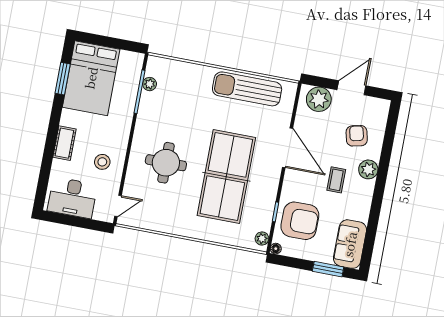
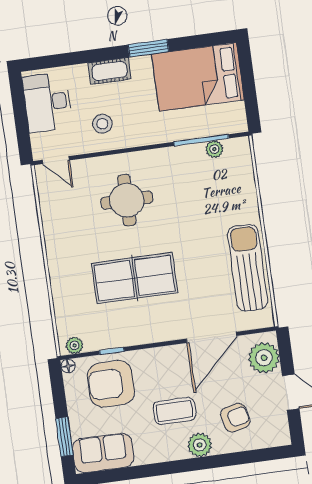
window: (63, 79) -> (148, 48), moved
door: (288, 148) -> (212, 337), moved
table tennis table: (226, 177) -> (134, 278), width x0.73, depth x0.76
coffee table: (336, 180) -> (174, 411), width x1.36, depth x1.30
armchair: (300, 221) -> (111, 384), turned 90

